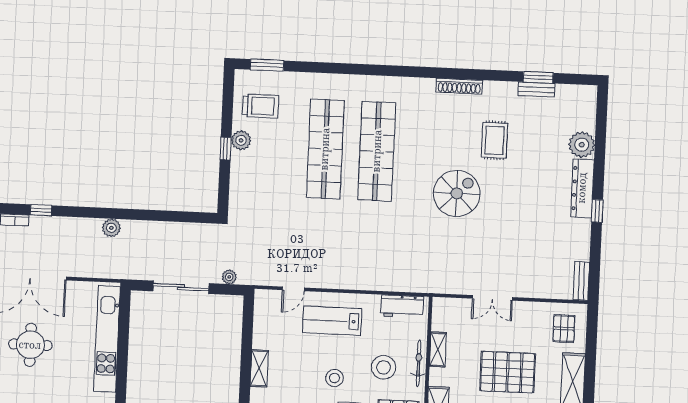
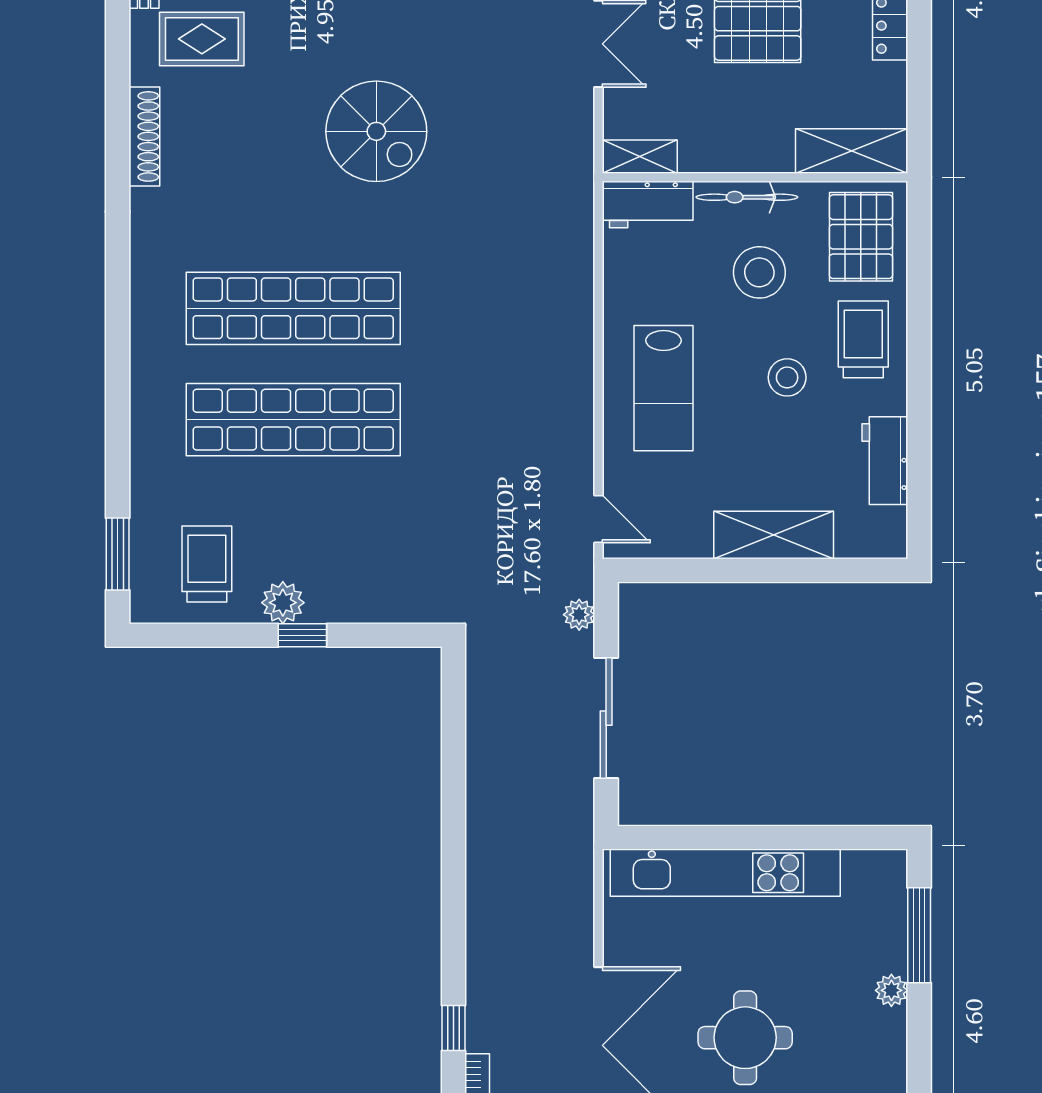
rug: (495, 140) -> (202, 39), moved
spiral stairs: (457, 193) -> (376, 131), turned 180
plant: (111, 228) -> (485, 874), removed
door: (293, 289) -> (598, 519), moved
workbench: (402, 306) -> (648, 205), moved, turned 90
shelving: (438, 349) -> (640, 157), moved
shelving: (259, 368) -> (774, 535), width x1.50, depth x1.33

